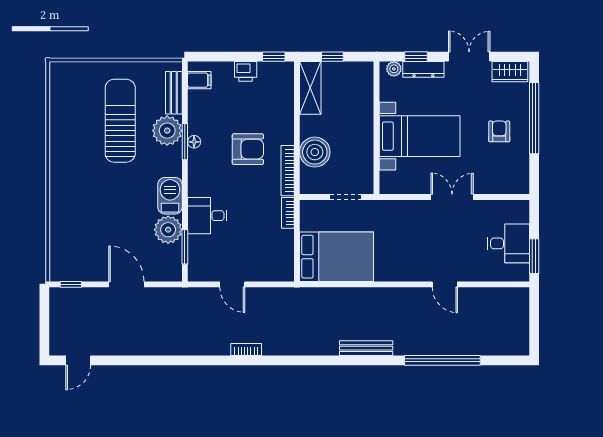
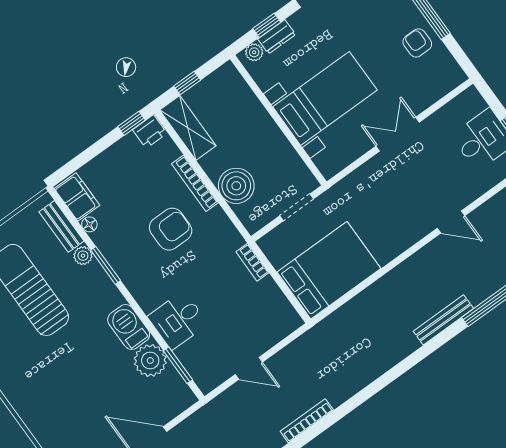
dresser: (423, 69) -> (277, 37), width x0.70
printer: (246, 71) -> (150, 132), moved
filing cabinet: (199, 80) -> (77, 197), width x2.00
plant: (167, 131) -> (83, 256), width x0.53, depth x0.53
armchair: (499, 131) -> (417, 43), moved
floor lamp: (194, 142) -> (89, 224), moved
bookcase: (288, 171) -> (195, 183), moved
bench: (366, 348) -> (443, 320), moved
bookcase: (246, 349) -> (307, 421), width x1.56

